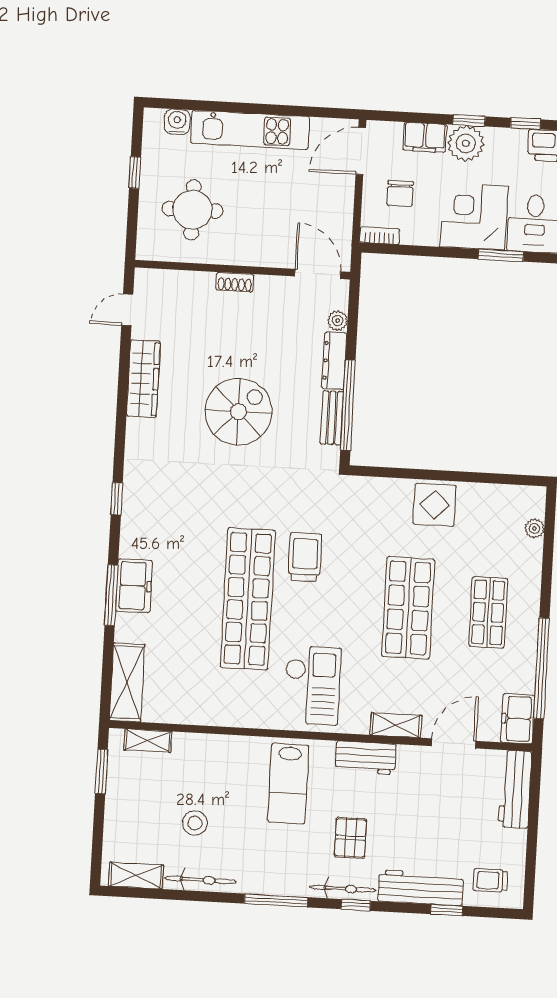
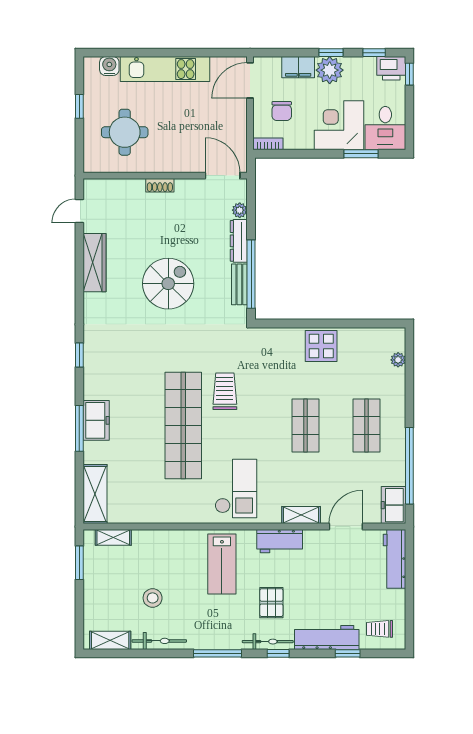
shop shelf: (408, 608) -> (305, 425), width x0.70, depth x0.74

